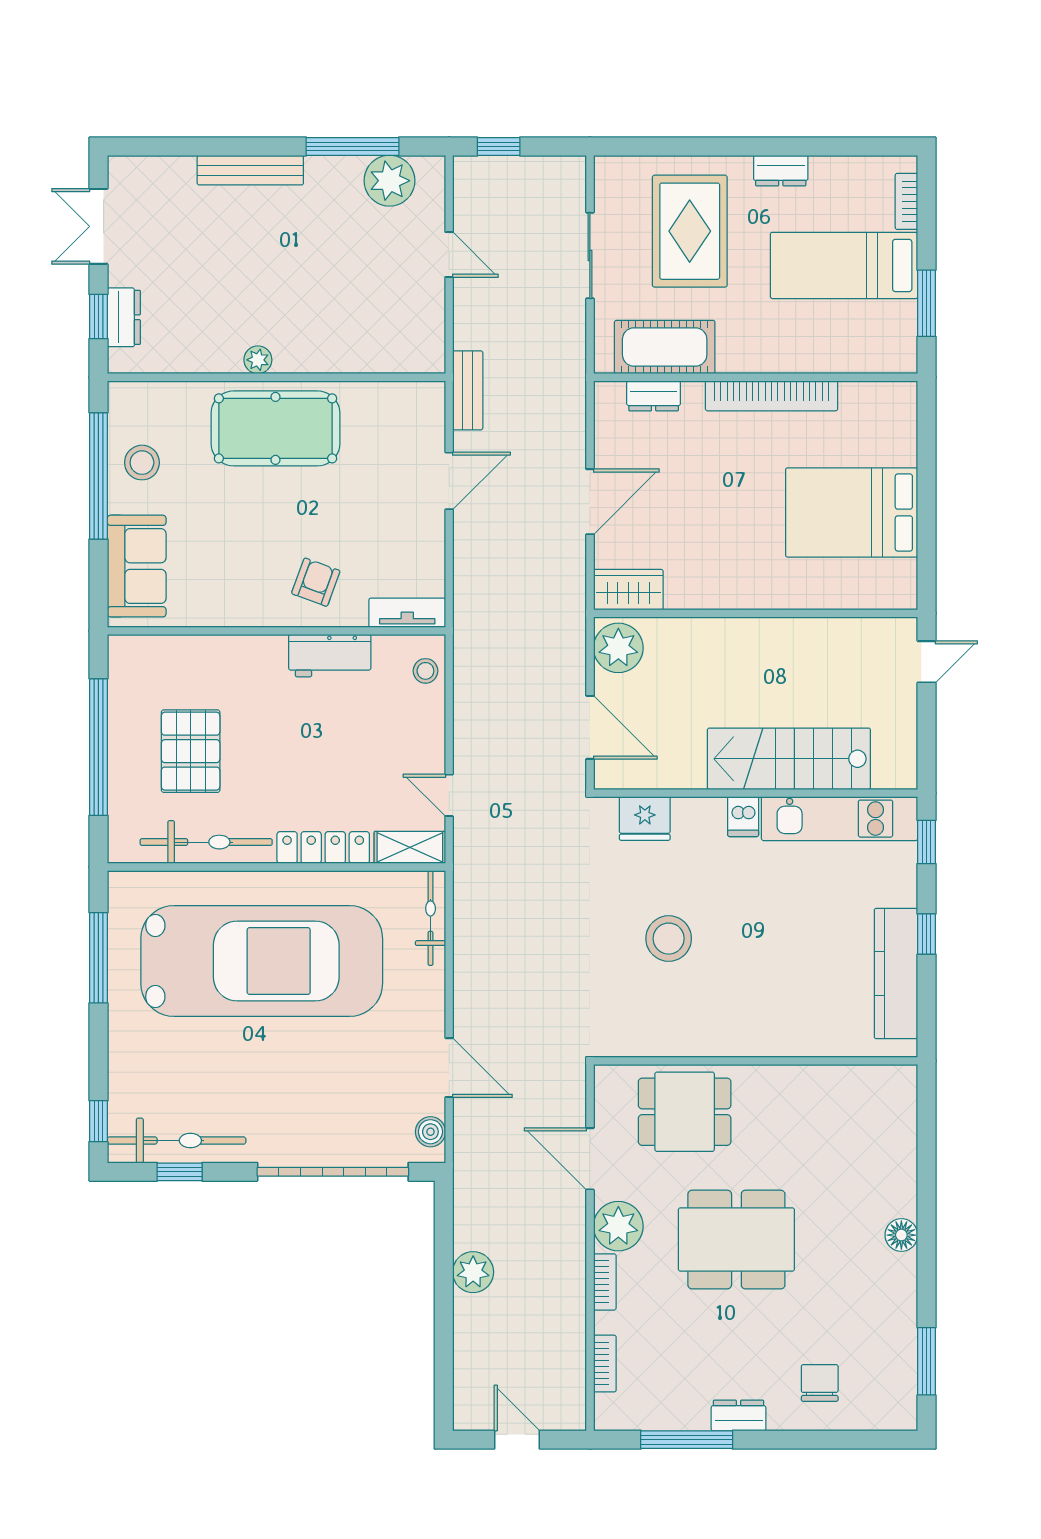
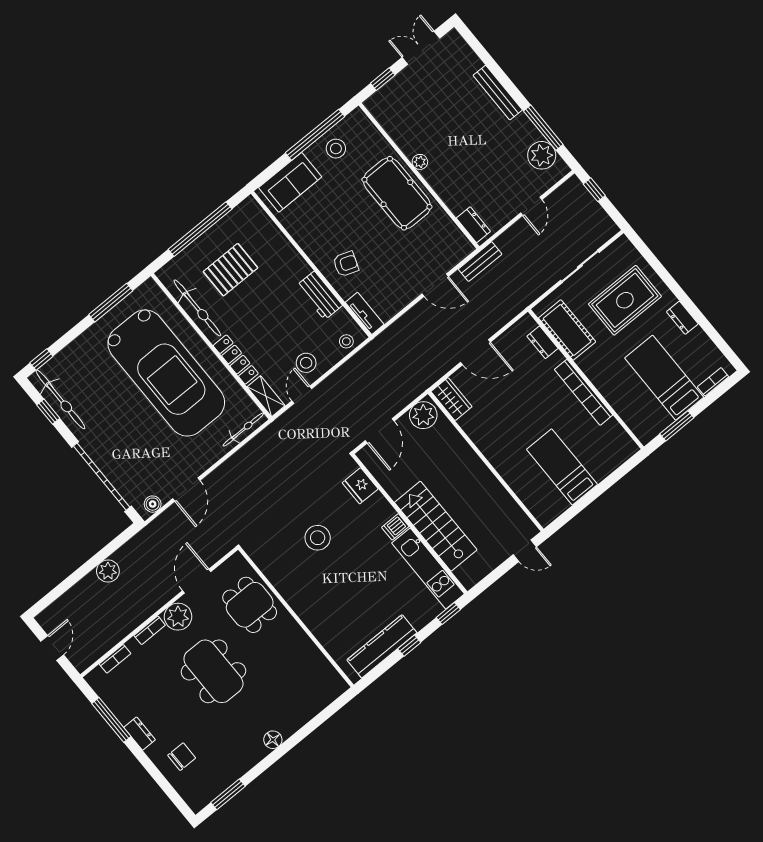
dresser: (124, 317) -> (473, 225), moved, turned -90
bed: (852, 512) -> (562, 467), width x0.67
stool: (409, 752) -> (306, 363), added

